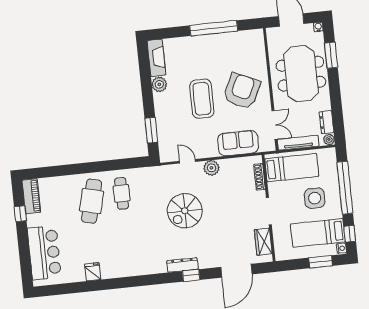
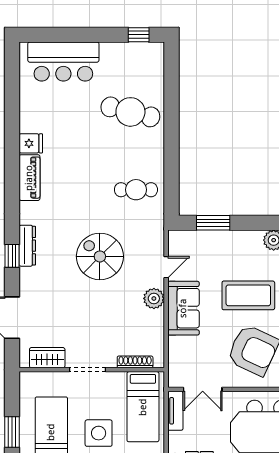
sofa: (238, 143) -> (183, 308), moved
tv unit: (298, 143) -> (175, 411), width x0.71
cafe table: (122, 193) -> (136, 190), moved
piano: (31, 196) -> (29, 178), moved, turned -90
cafe table: (92, 201) -> (130, 112), moved
window: (20, 214) -> (139, 35), moved
fridge: (93, 272) -> (31, 143), moved

